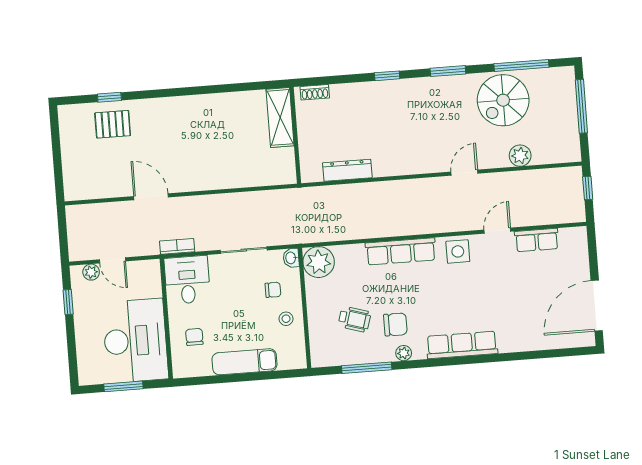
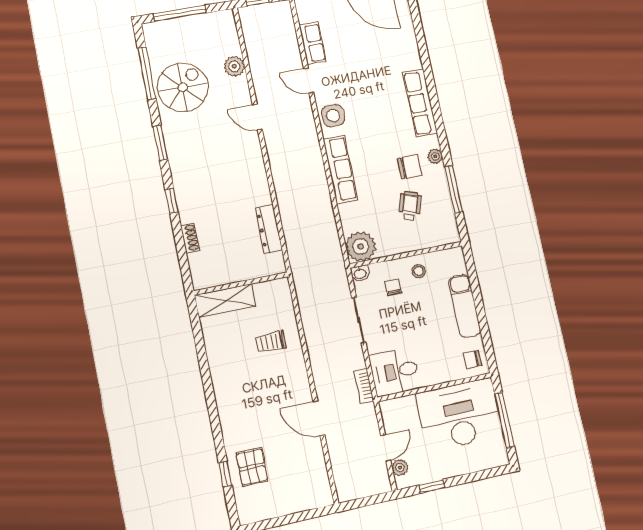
shoe rack: (315, 92) -> (190, 238), moved
spiral stairs: (503, 100) -> (183, 87), turned -90
trolley: (233, 158) -> (271, 342), added
door: (151, 197) -> (319, 418), hinge flipped
chair: (395, 324) -> (410, 167), turned 90
chair: (194, 337) -> (472, 359), moved
window: (123, 386) -> (504, 420), width x1.44

